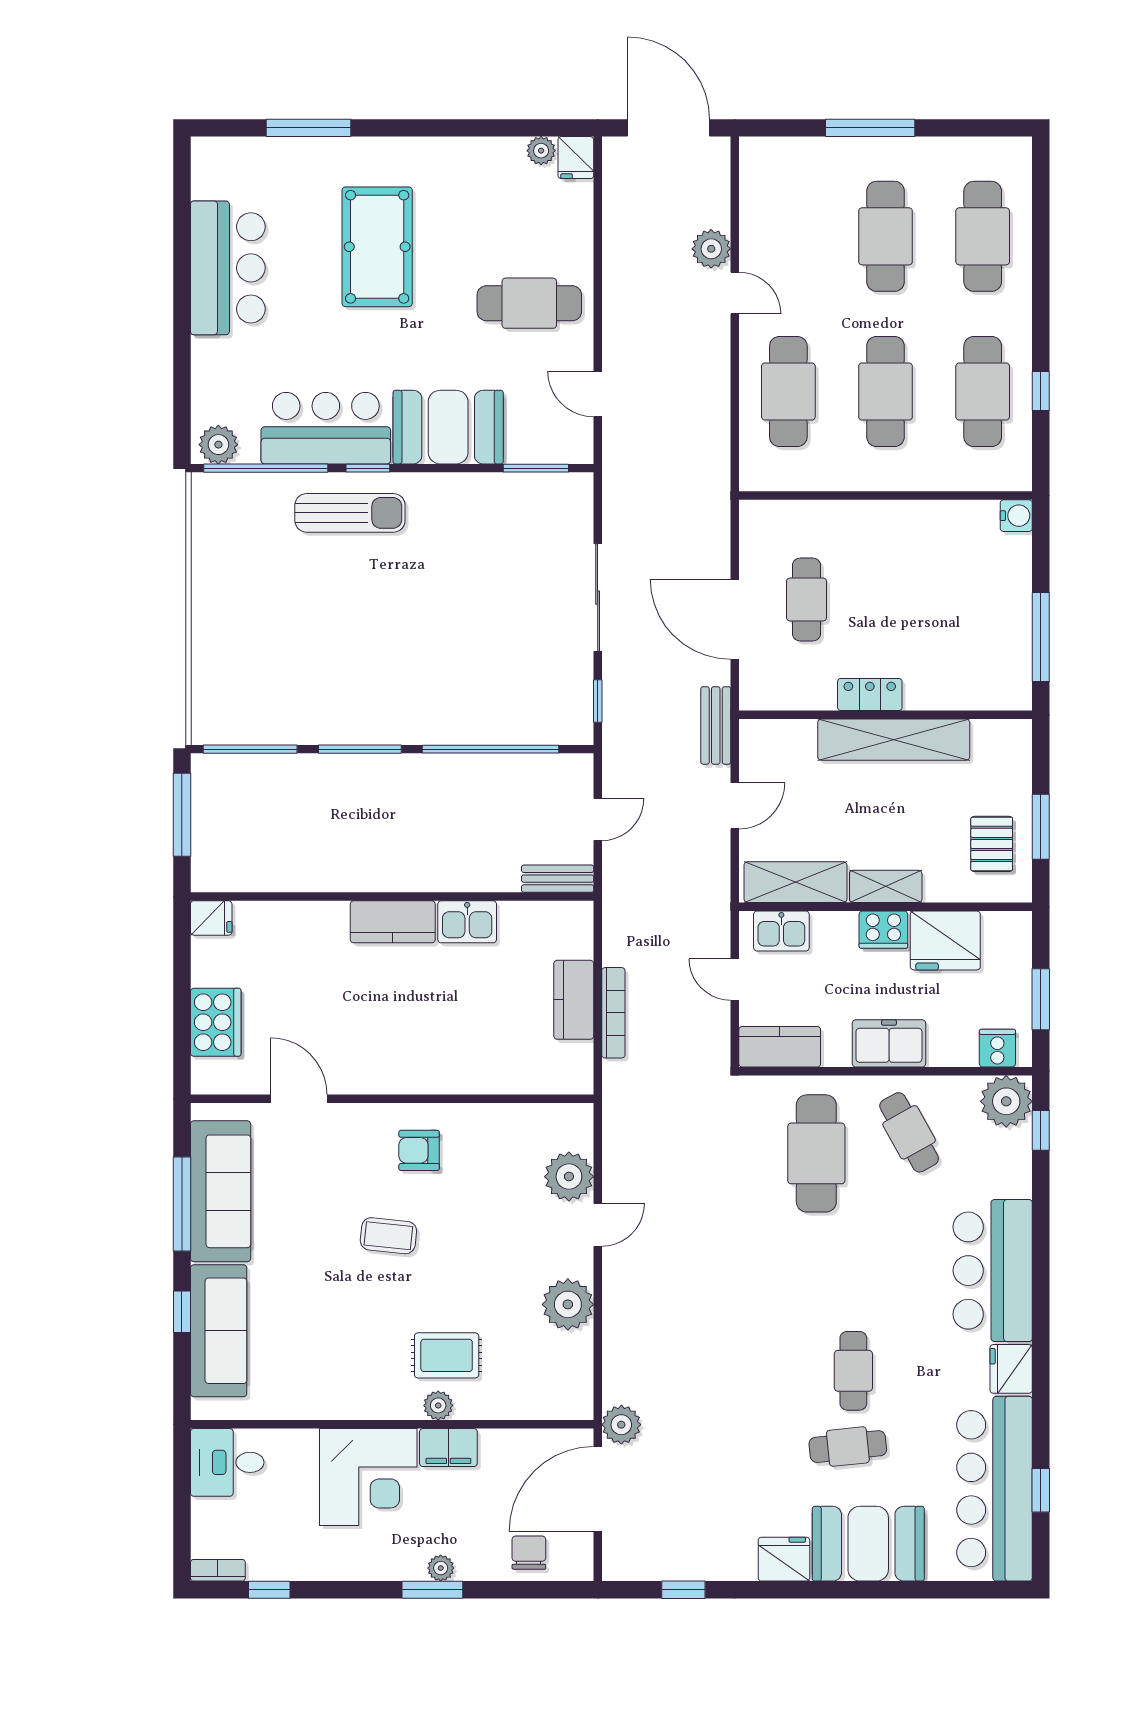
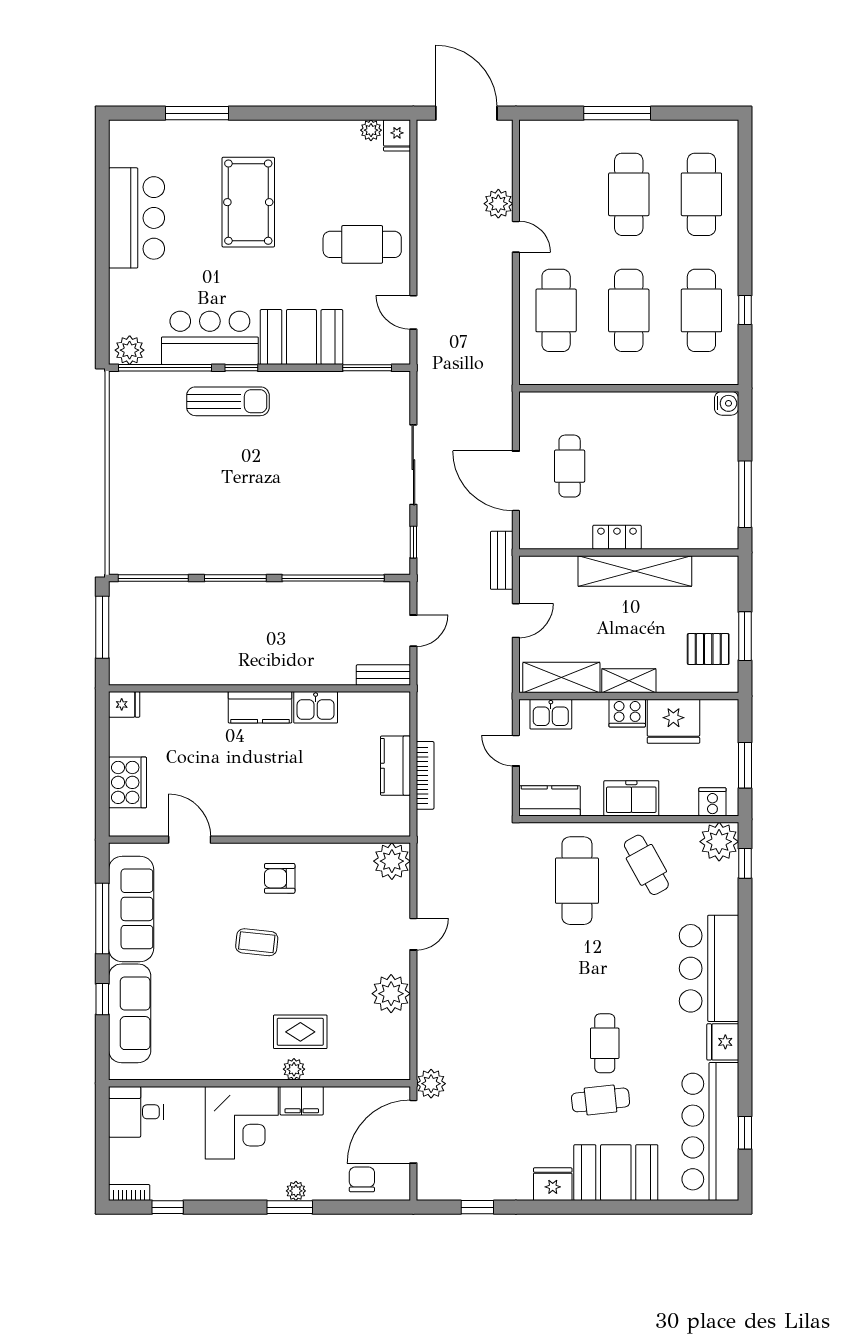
pallet: (992, 844) -> (708, 649), turned 90
plant: (569, 1177) -> (392, 861), moved

